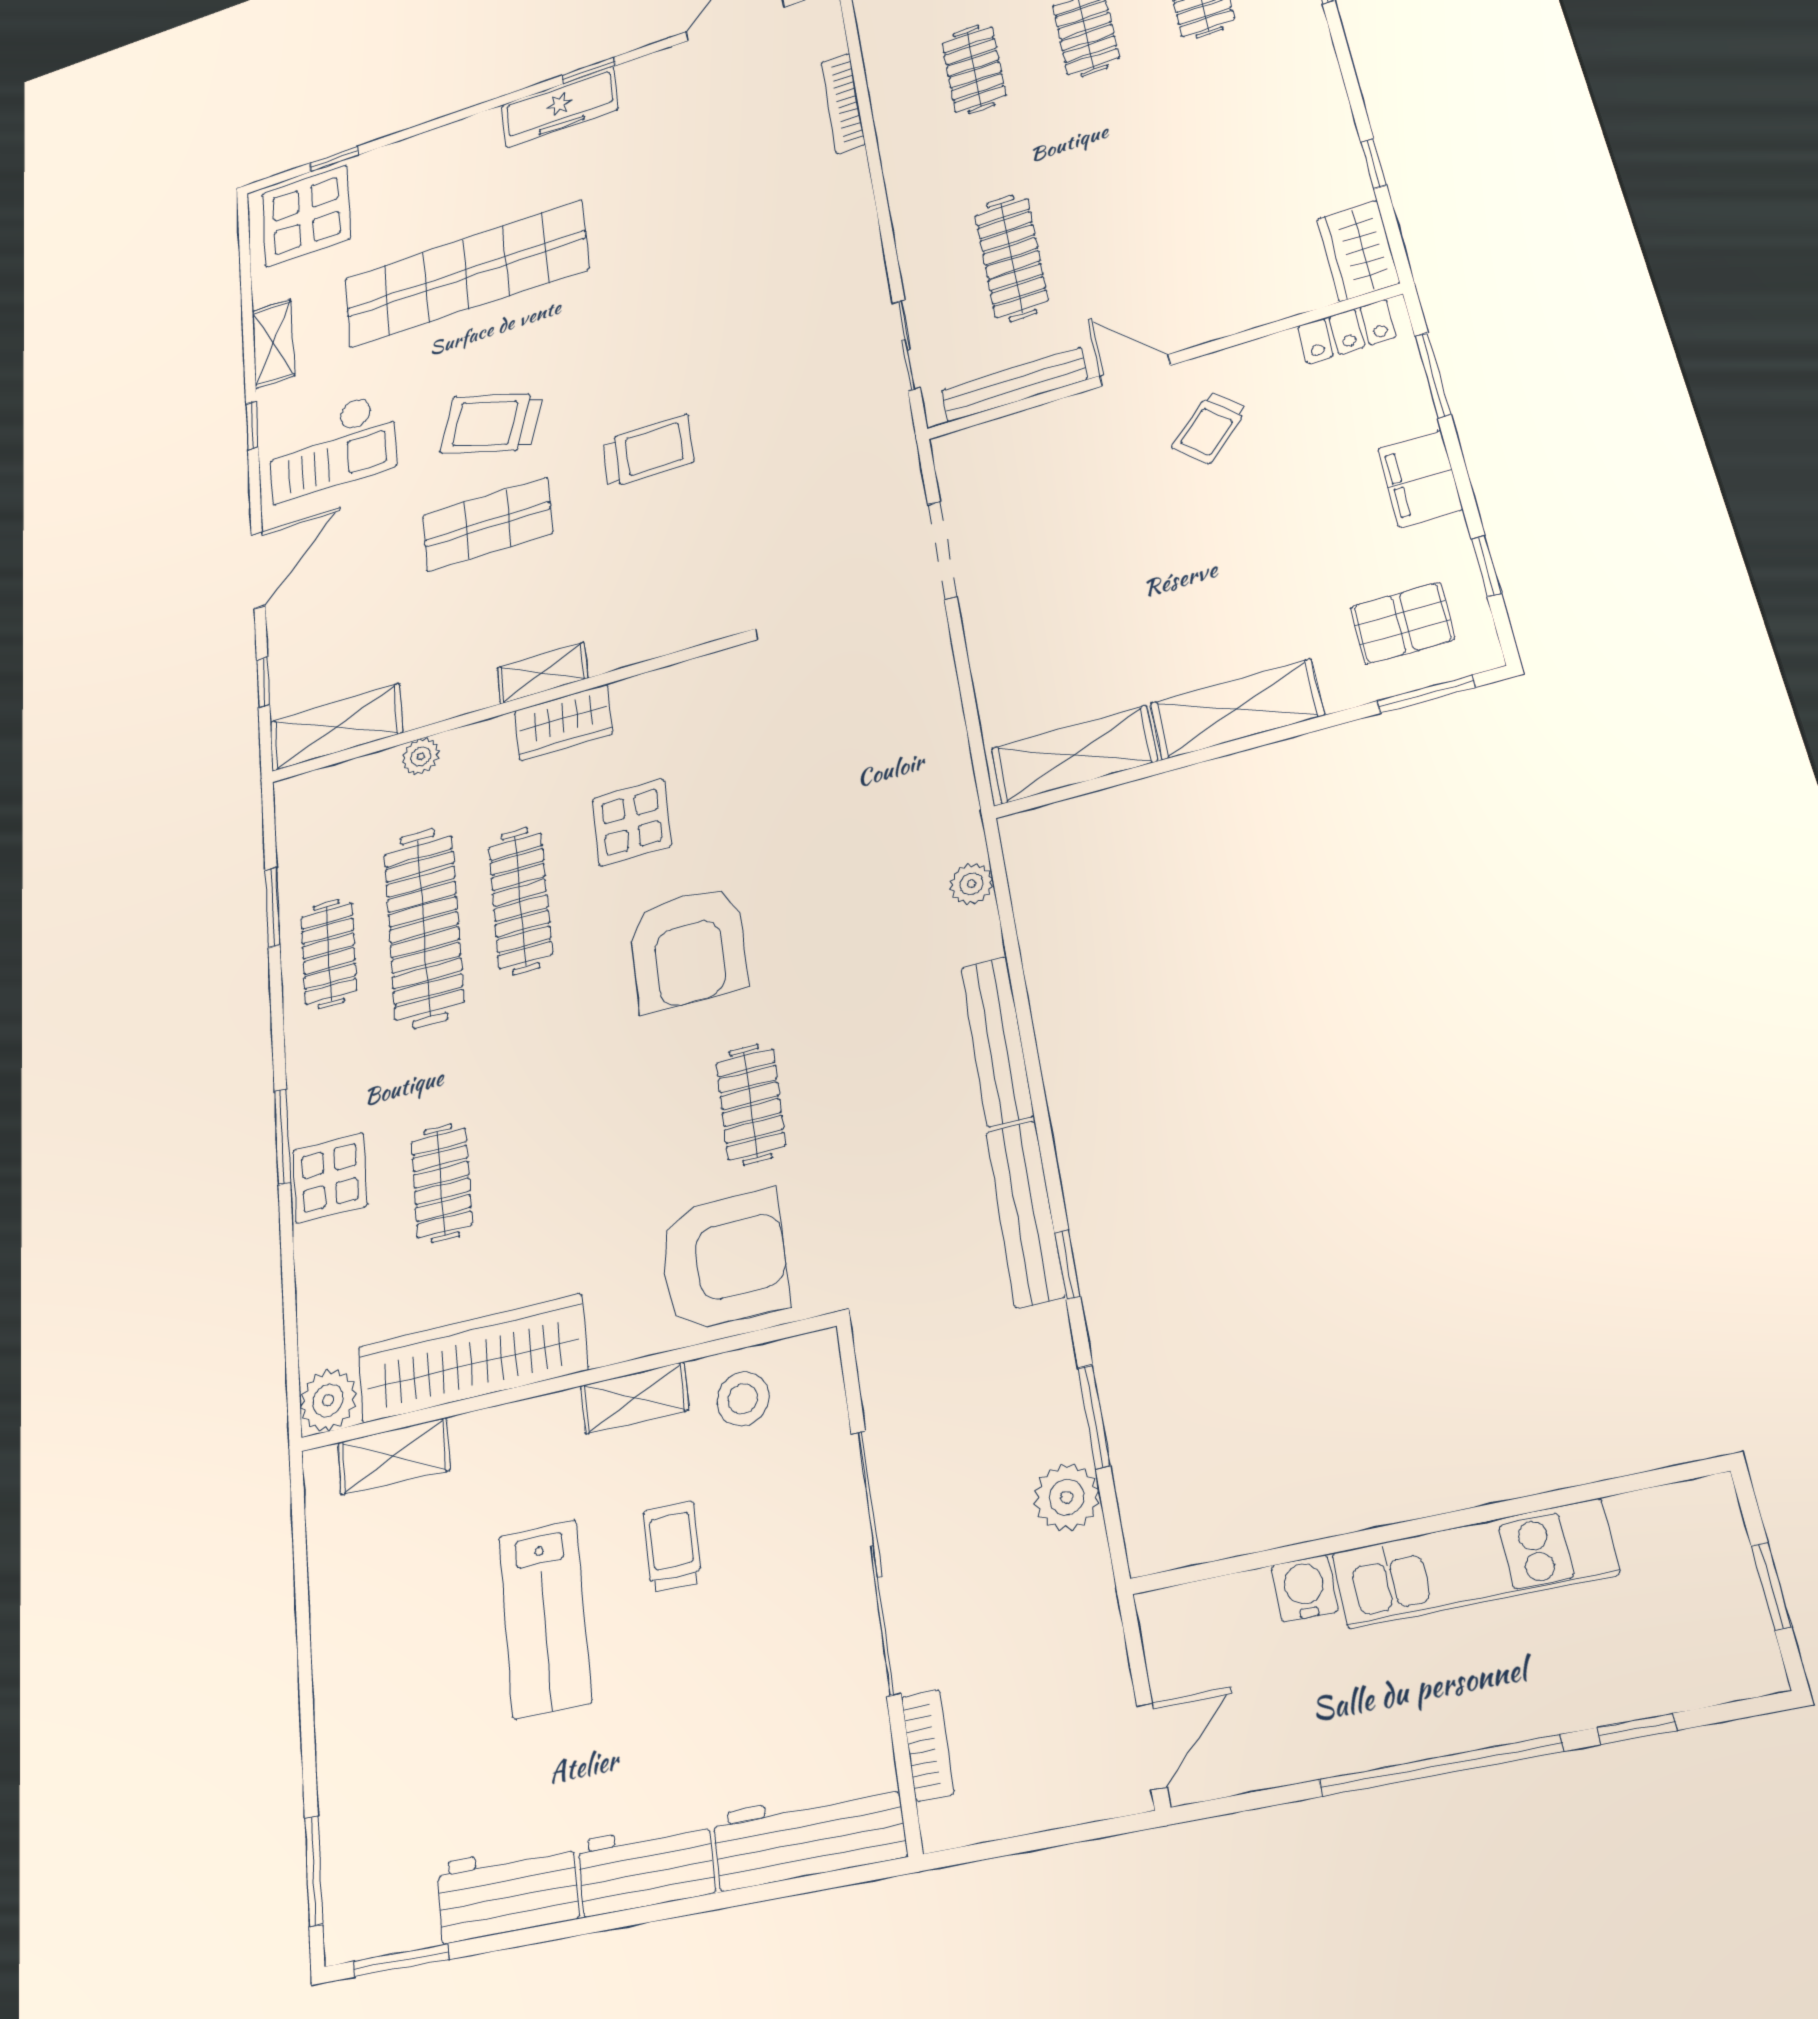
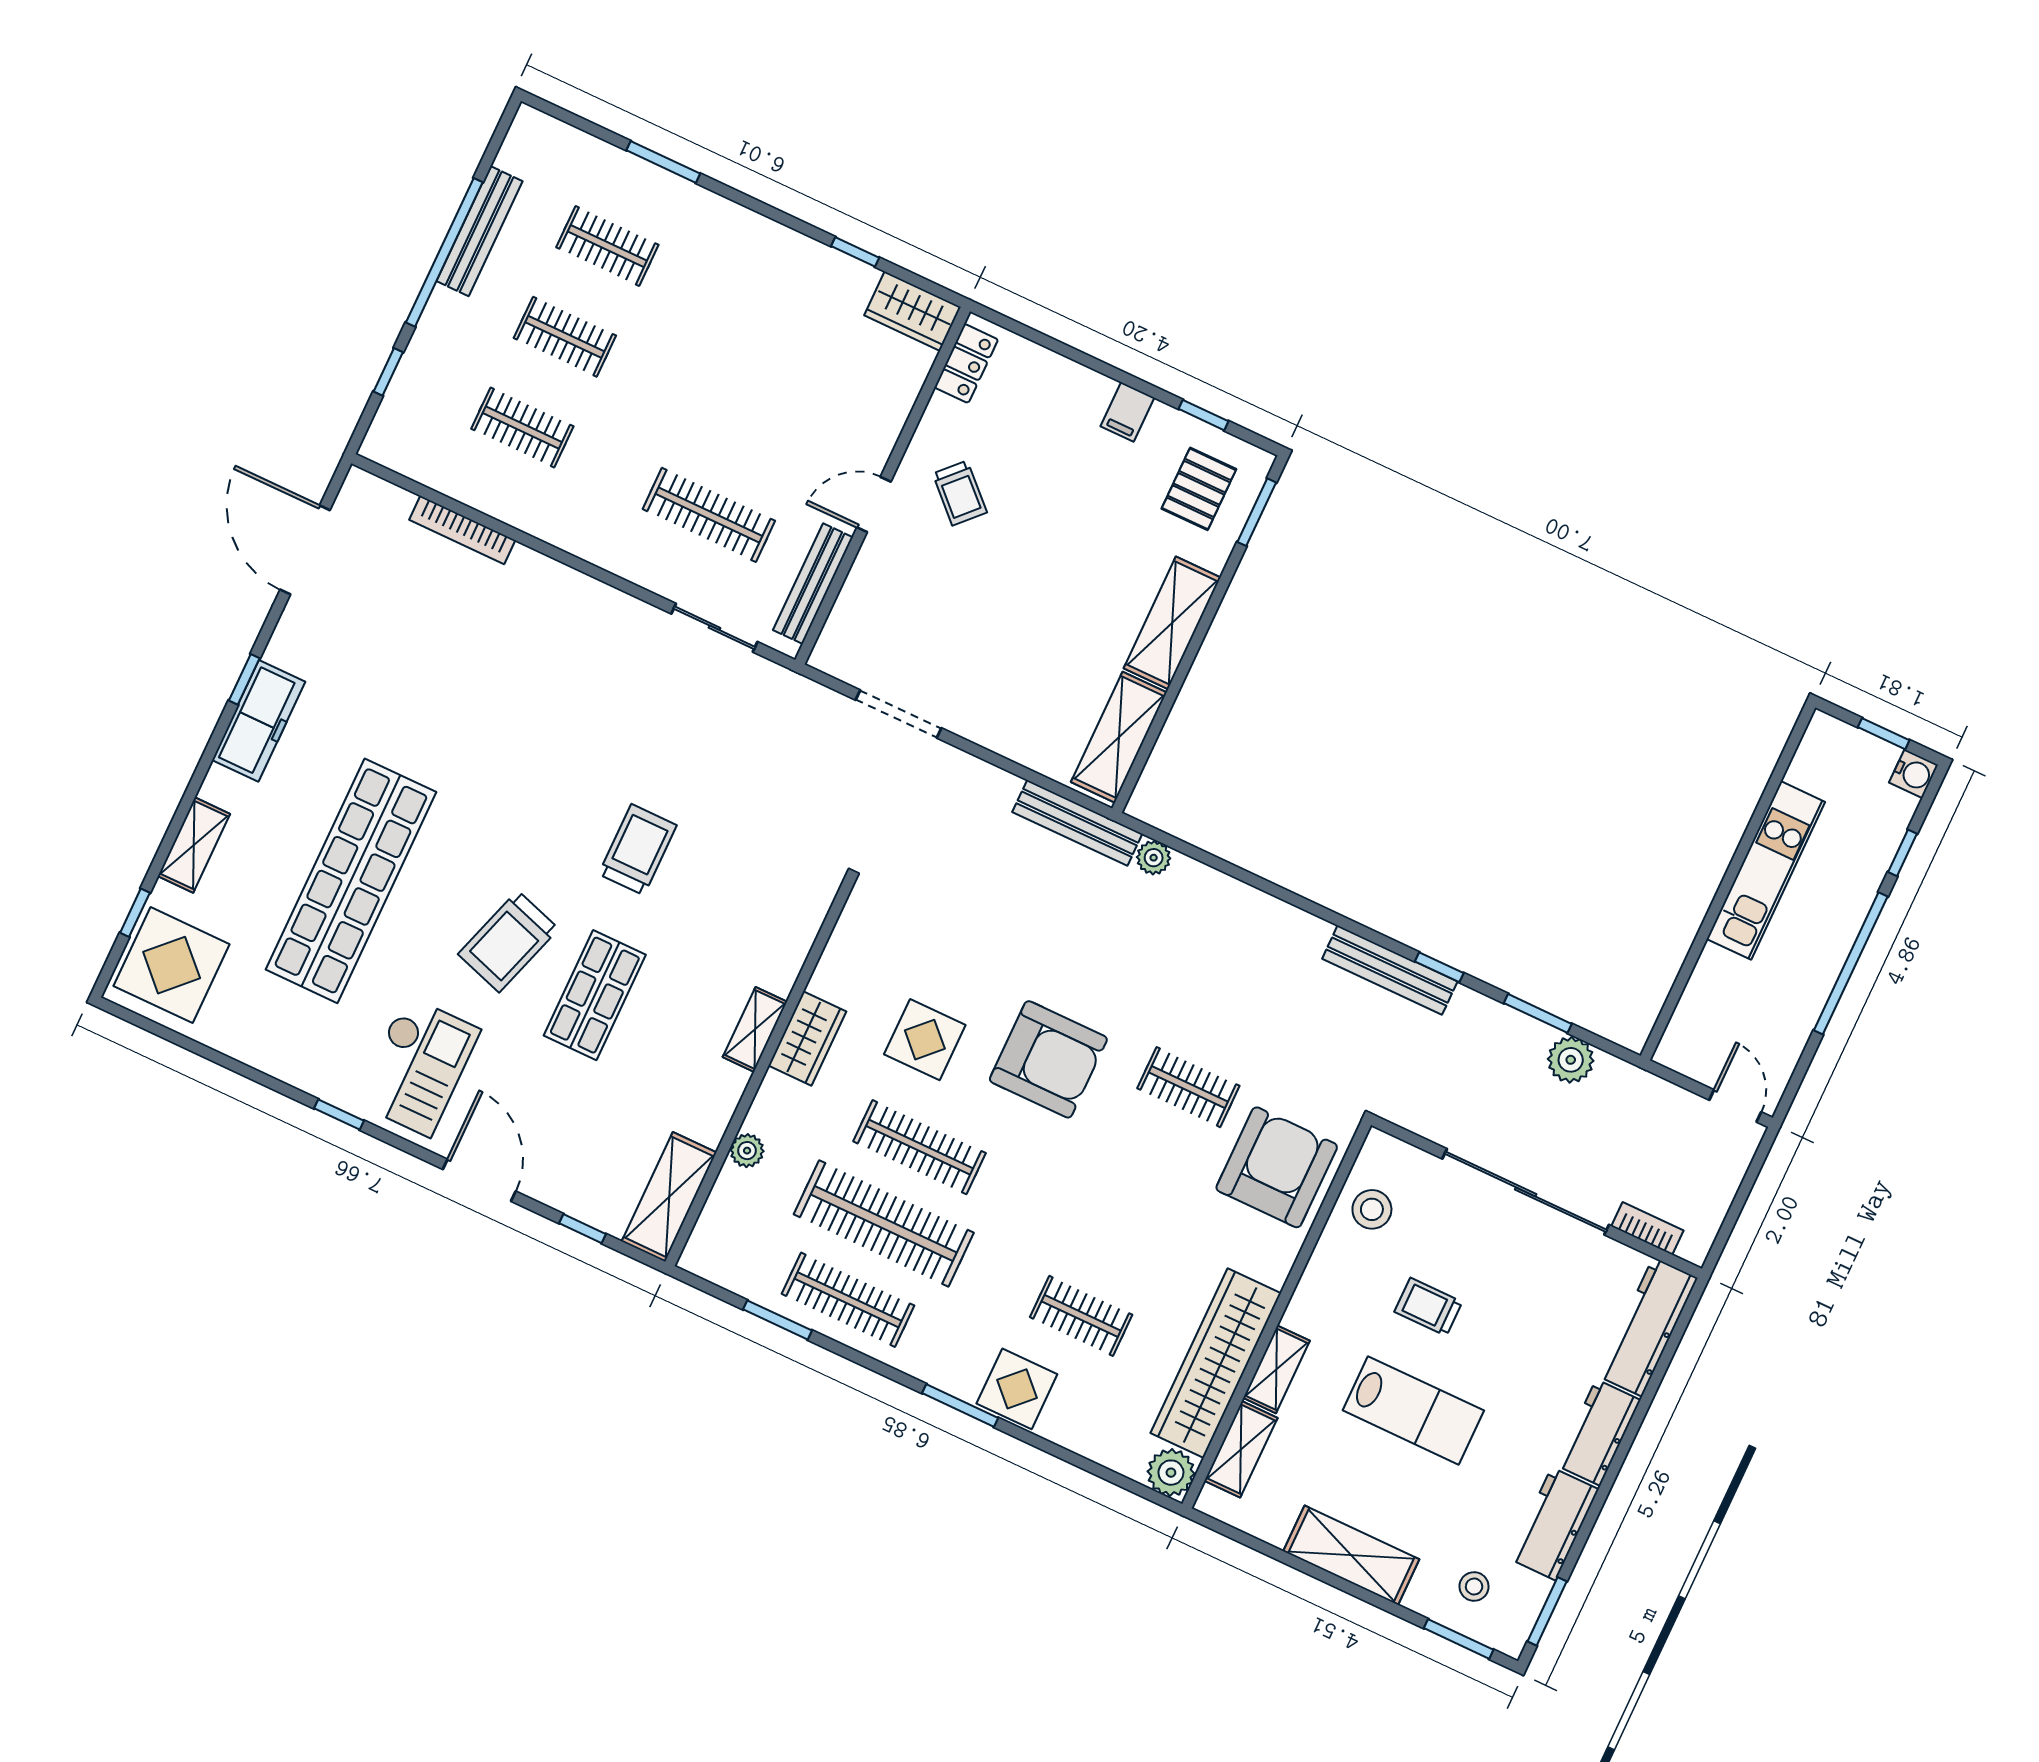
shelving: (273, 344) -> (194, 845), moved, turned 90
window: (1433, 375) -> (1045, 341), removed
filing cabinet: (1420, 479) -> (1127, 412), width x0.50
clothes rail: (329, 954) -> (848, 1300), width x1.36
bench: (997, 1041) -> (1077, 823), moved
shelving: (634, 1398) -> (1276, 1369), moved
water cooler: (1305, 1588) -> (1914, 774), moved, turned 180
shelving: (343, 1669) -> (1351, 1555), added
stool: (383, 1845) -> (1474, 1586), added

